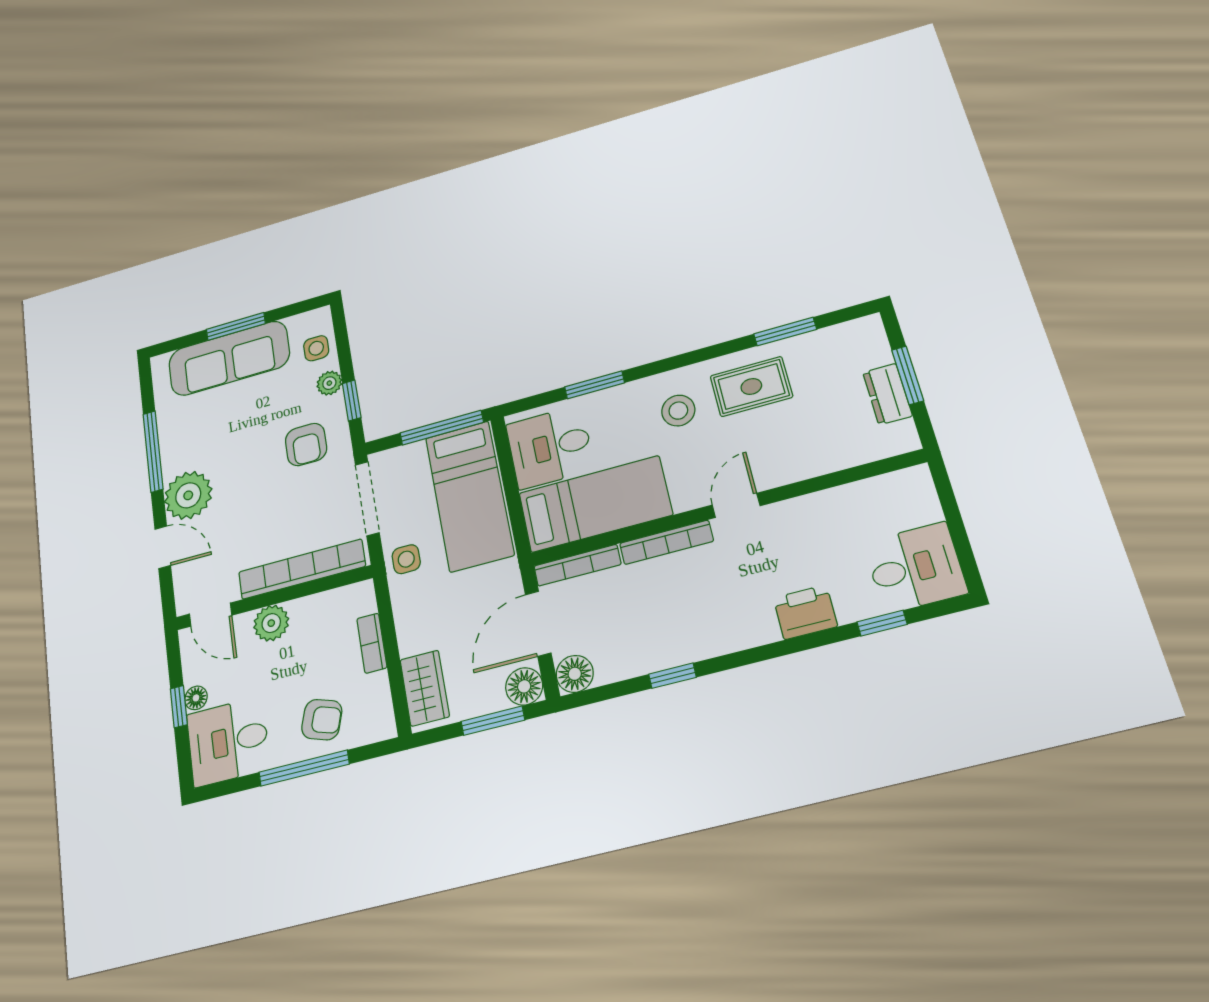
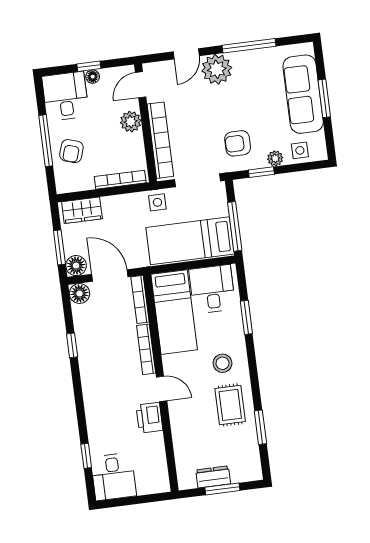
printer: (805, 612) -> (149, 418), moved, turned 180
bookcase: (372, 643) -> (120, 180), width x1.56

